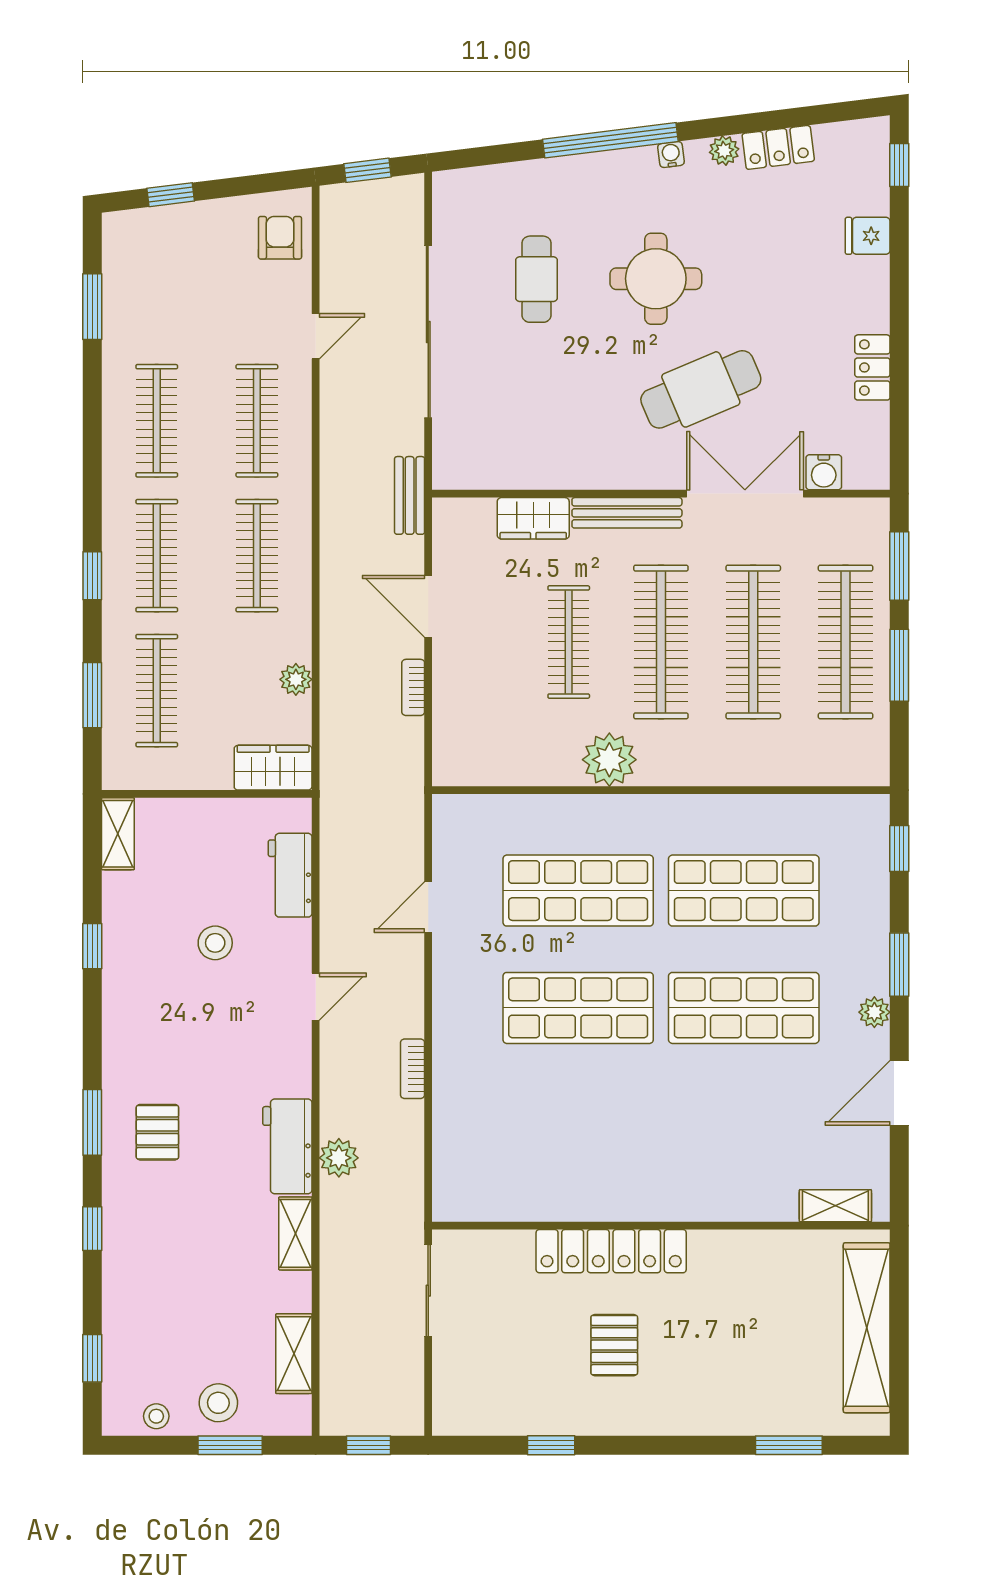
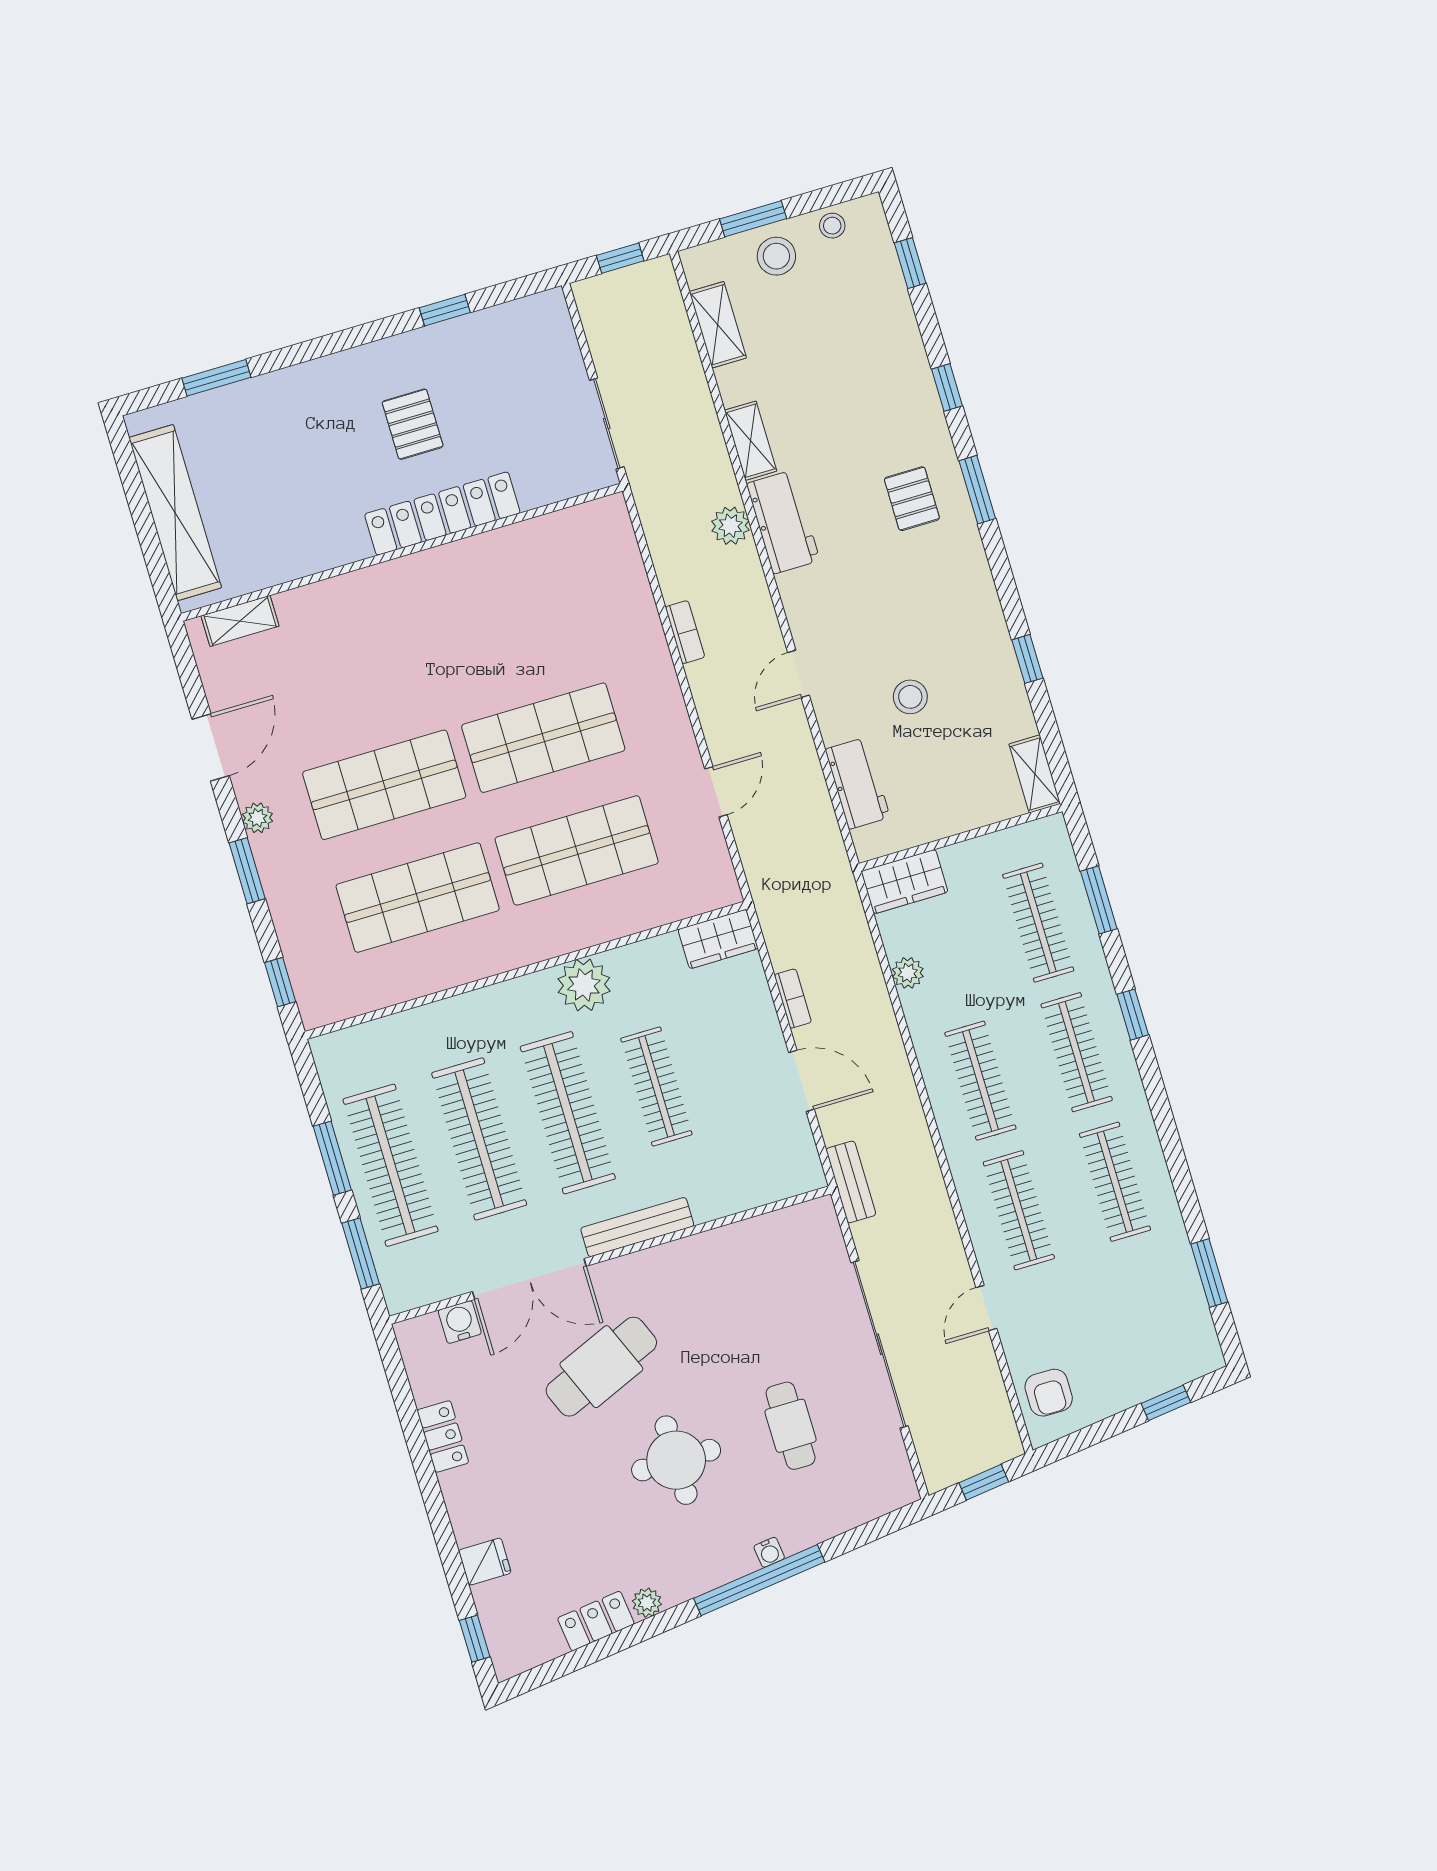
water cooler: (671, 154) -> (769, 1552), moved
wardrobe: (533, 518) -> (718, 939), moved, turned 180

